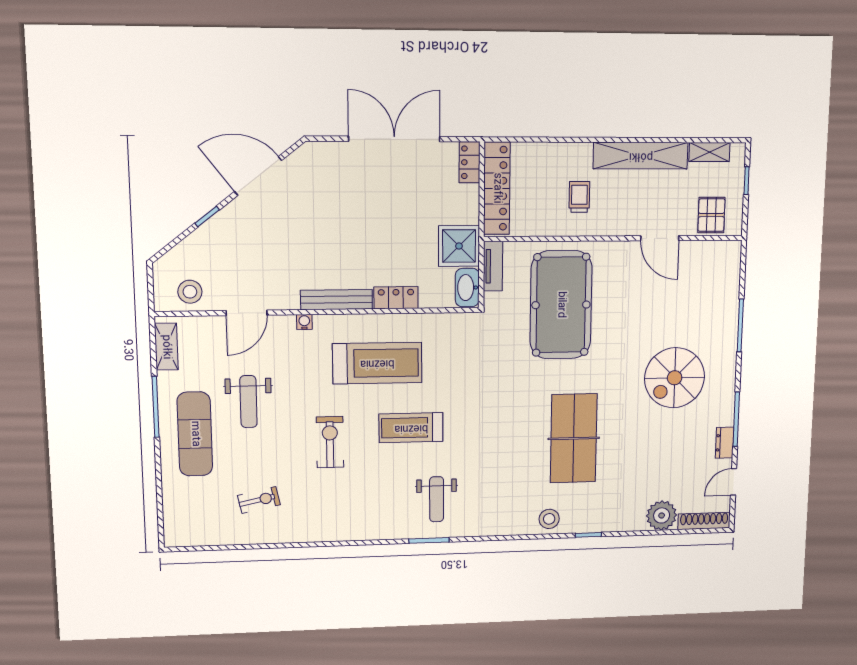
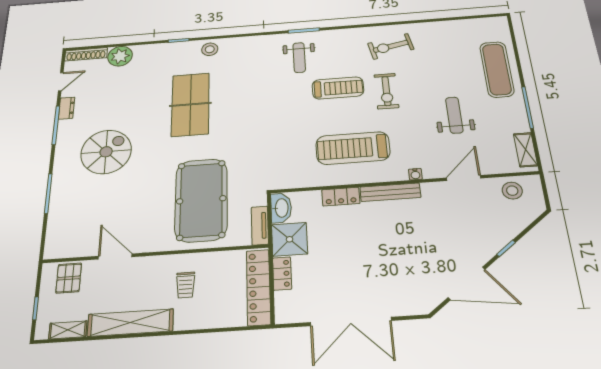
locker: (469, 162) -> (282, 273), moved
treadmill: (411, 428) -> (338, 88), moved
exercise mat: (195, 434) -> (497, 69), moved
weight bench: (437, 499) -> (299, 58), turned 180
exercise bike: (259, 500) -> (391, 46), moved, width x1.38, depth x1.39

